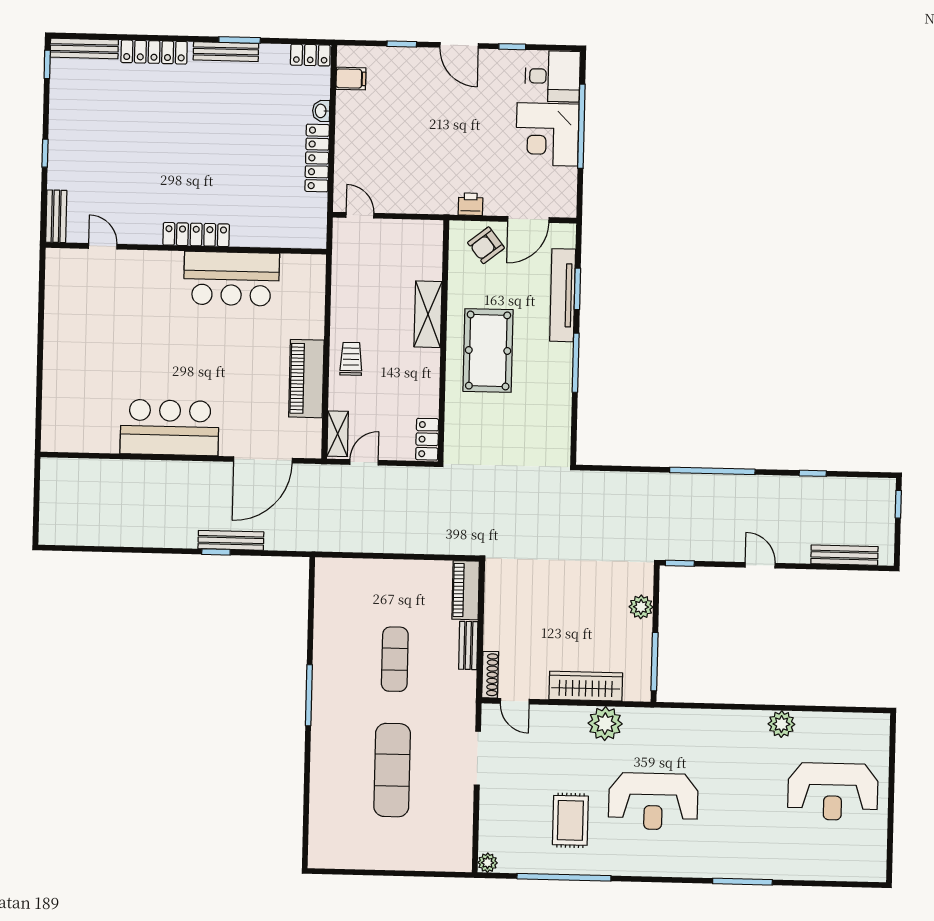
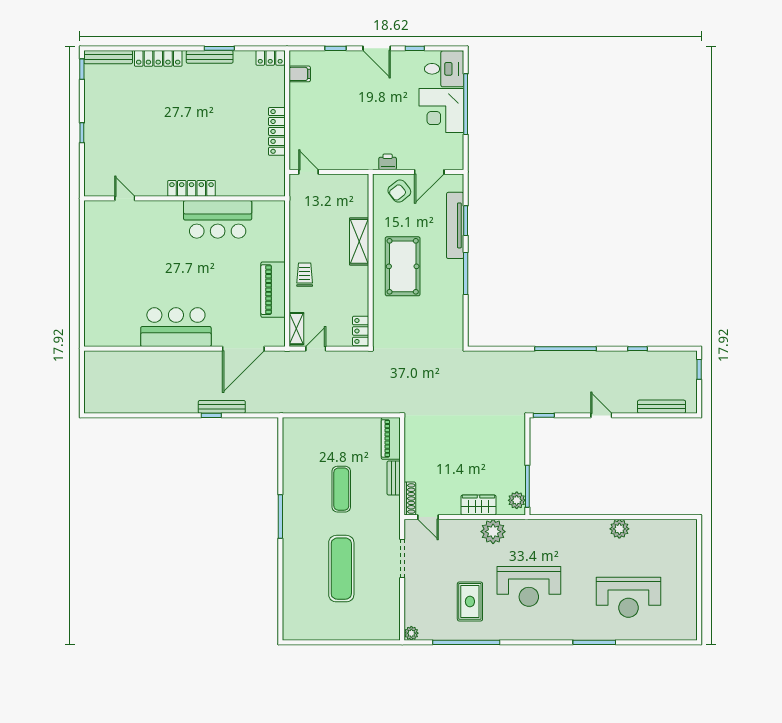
washbasin: (321, 111) -> (279, 98), removed
bench: (56, 216) -> (91, 178), removed
plant: (641, 607) -> (517, 500), moved
wardrobe: (586, 686) -> (478, 505), width x0.67
reception desk: (833, 792) -> (628, 597), moved

